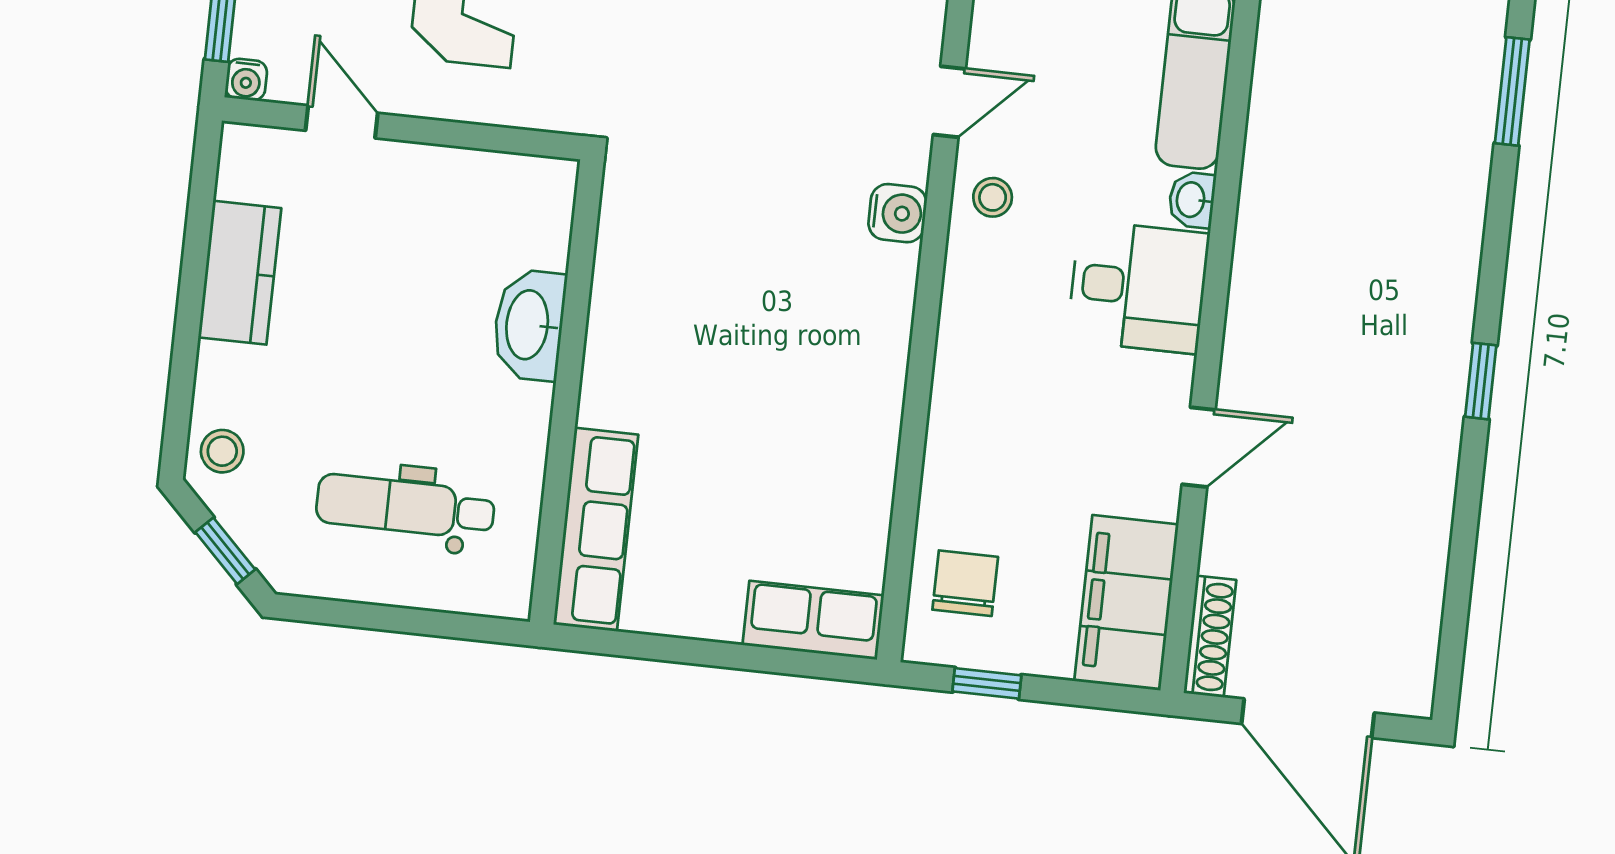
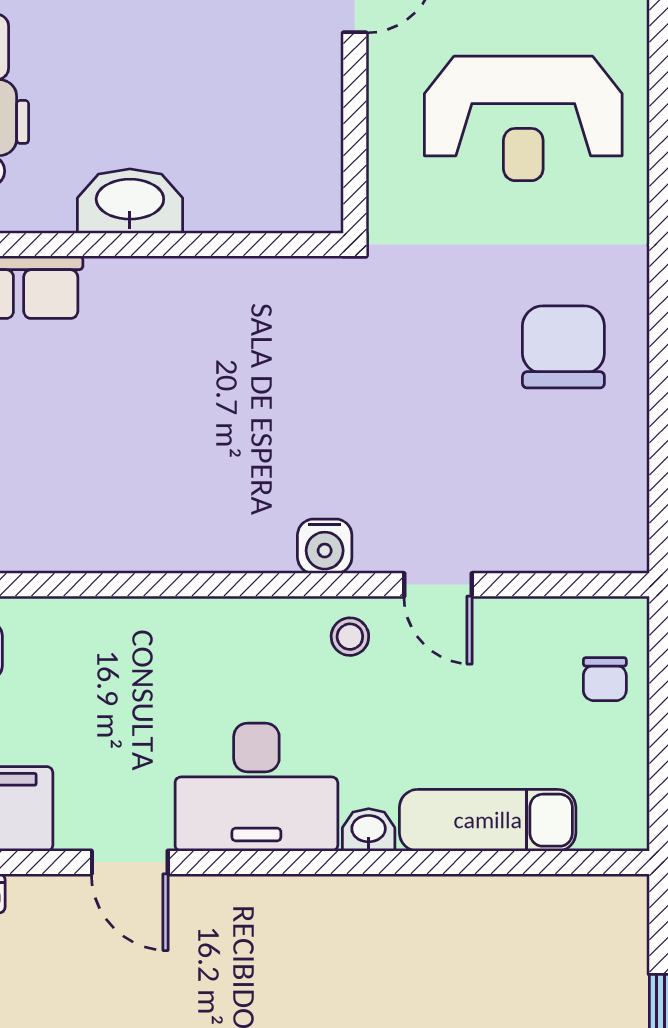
desk: (1138, 287) -> (256, 787), width x1.37
washbasin: (529, 325) -> (130, 201), moved

